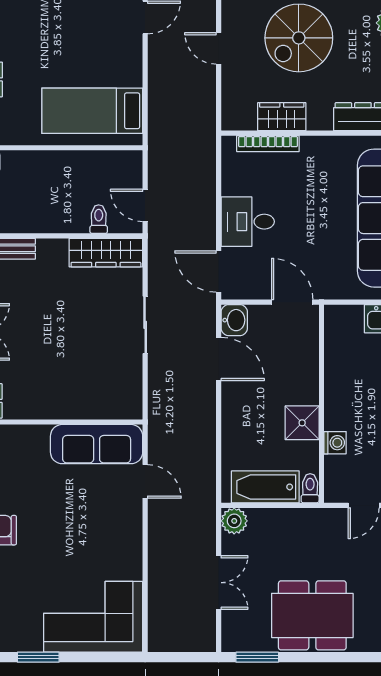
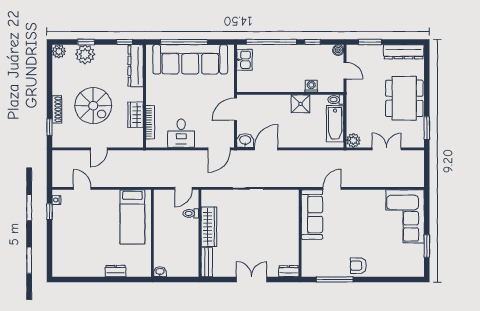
desk: (248, 222) -> (181, 133), moved
wardrobe: (106, 253) -> (209, 227), moved

